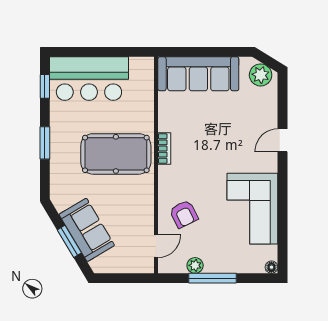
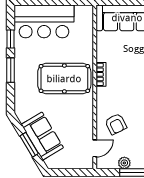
window: (45, 86) -> (11, 39), moved

